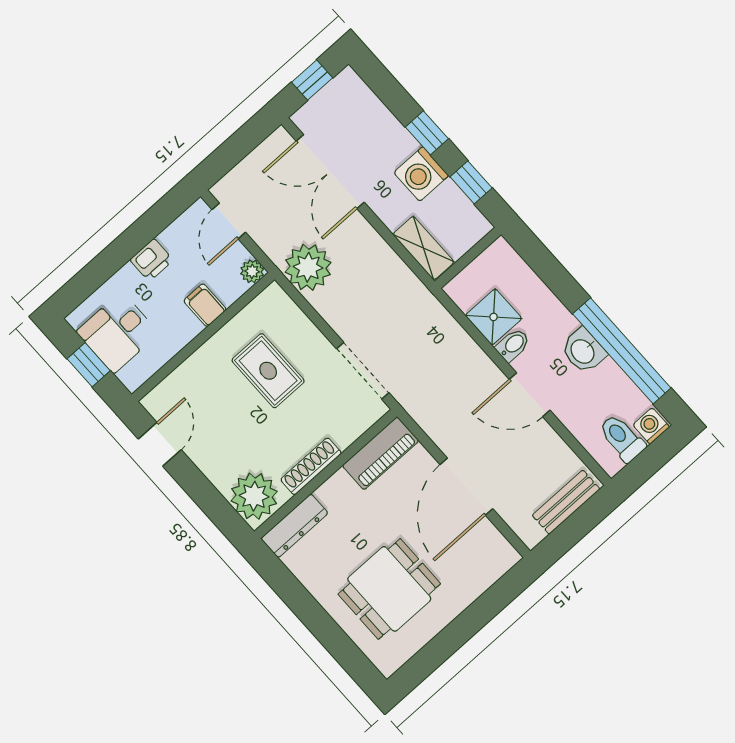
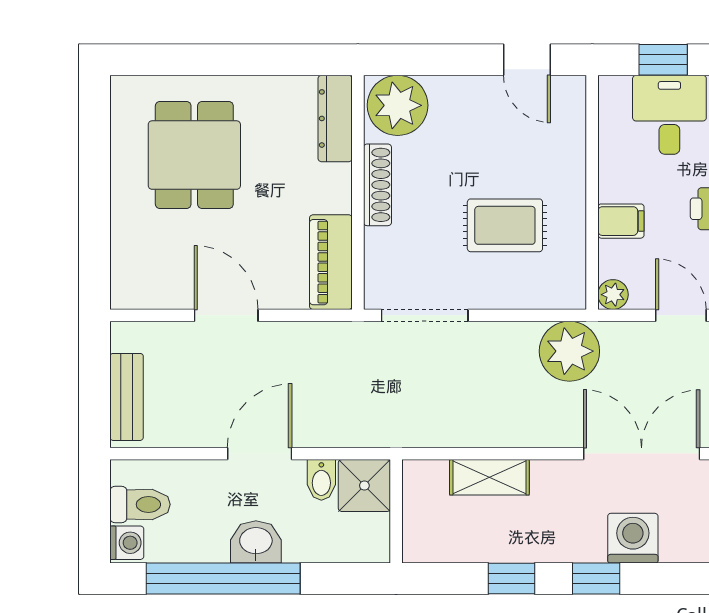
washing machine: (421, 174) -> (633, 538), moved
wall: (468, 258) -> (396, 511), moved
door: (466, 487) -> (226, 315), width x0.73

